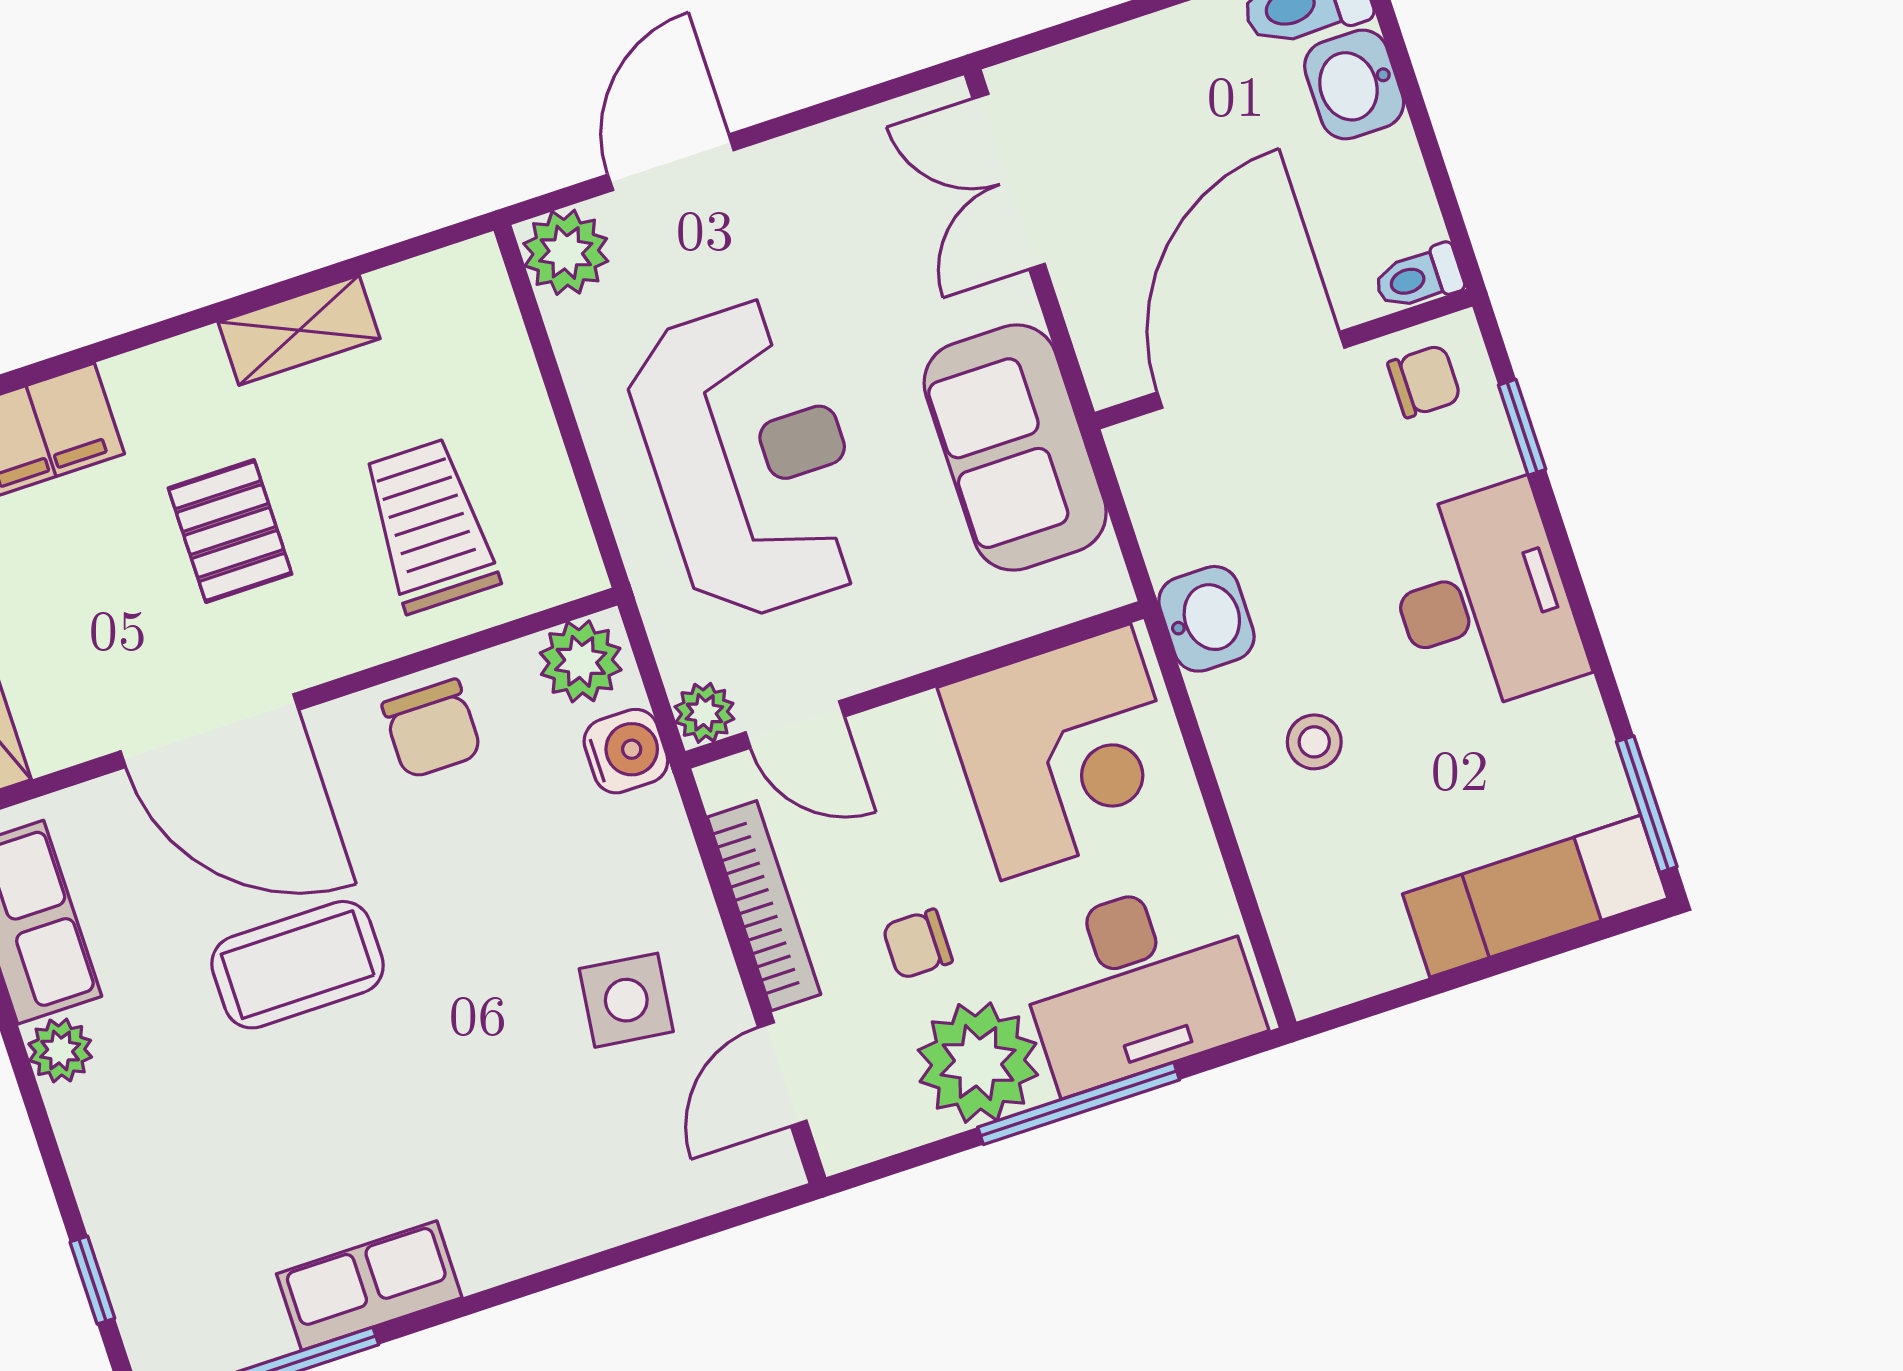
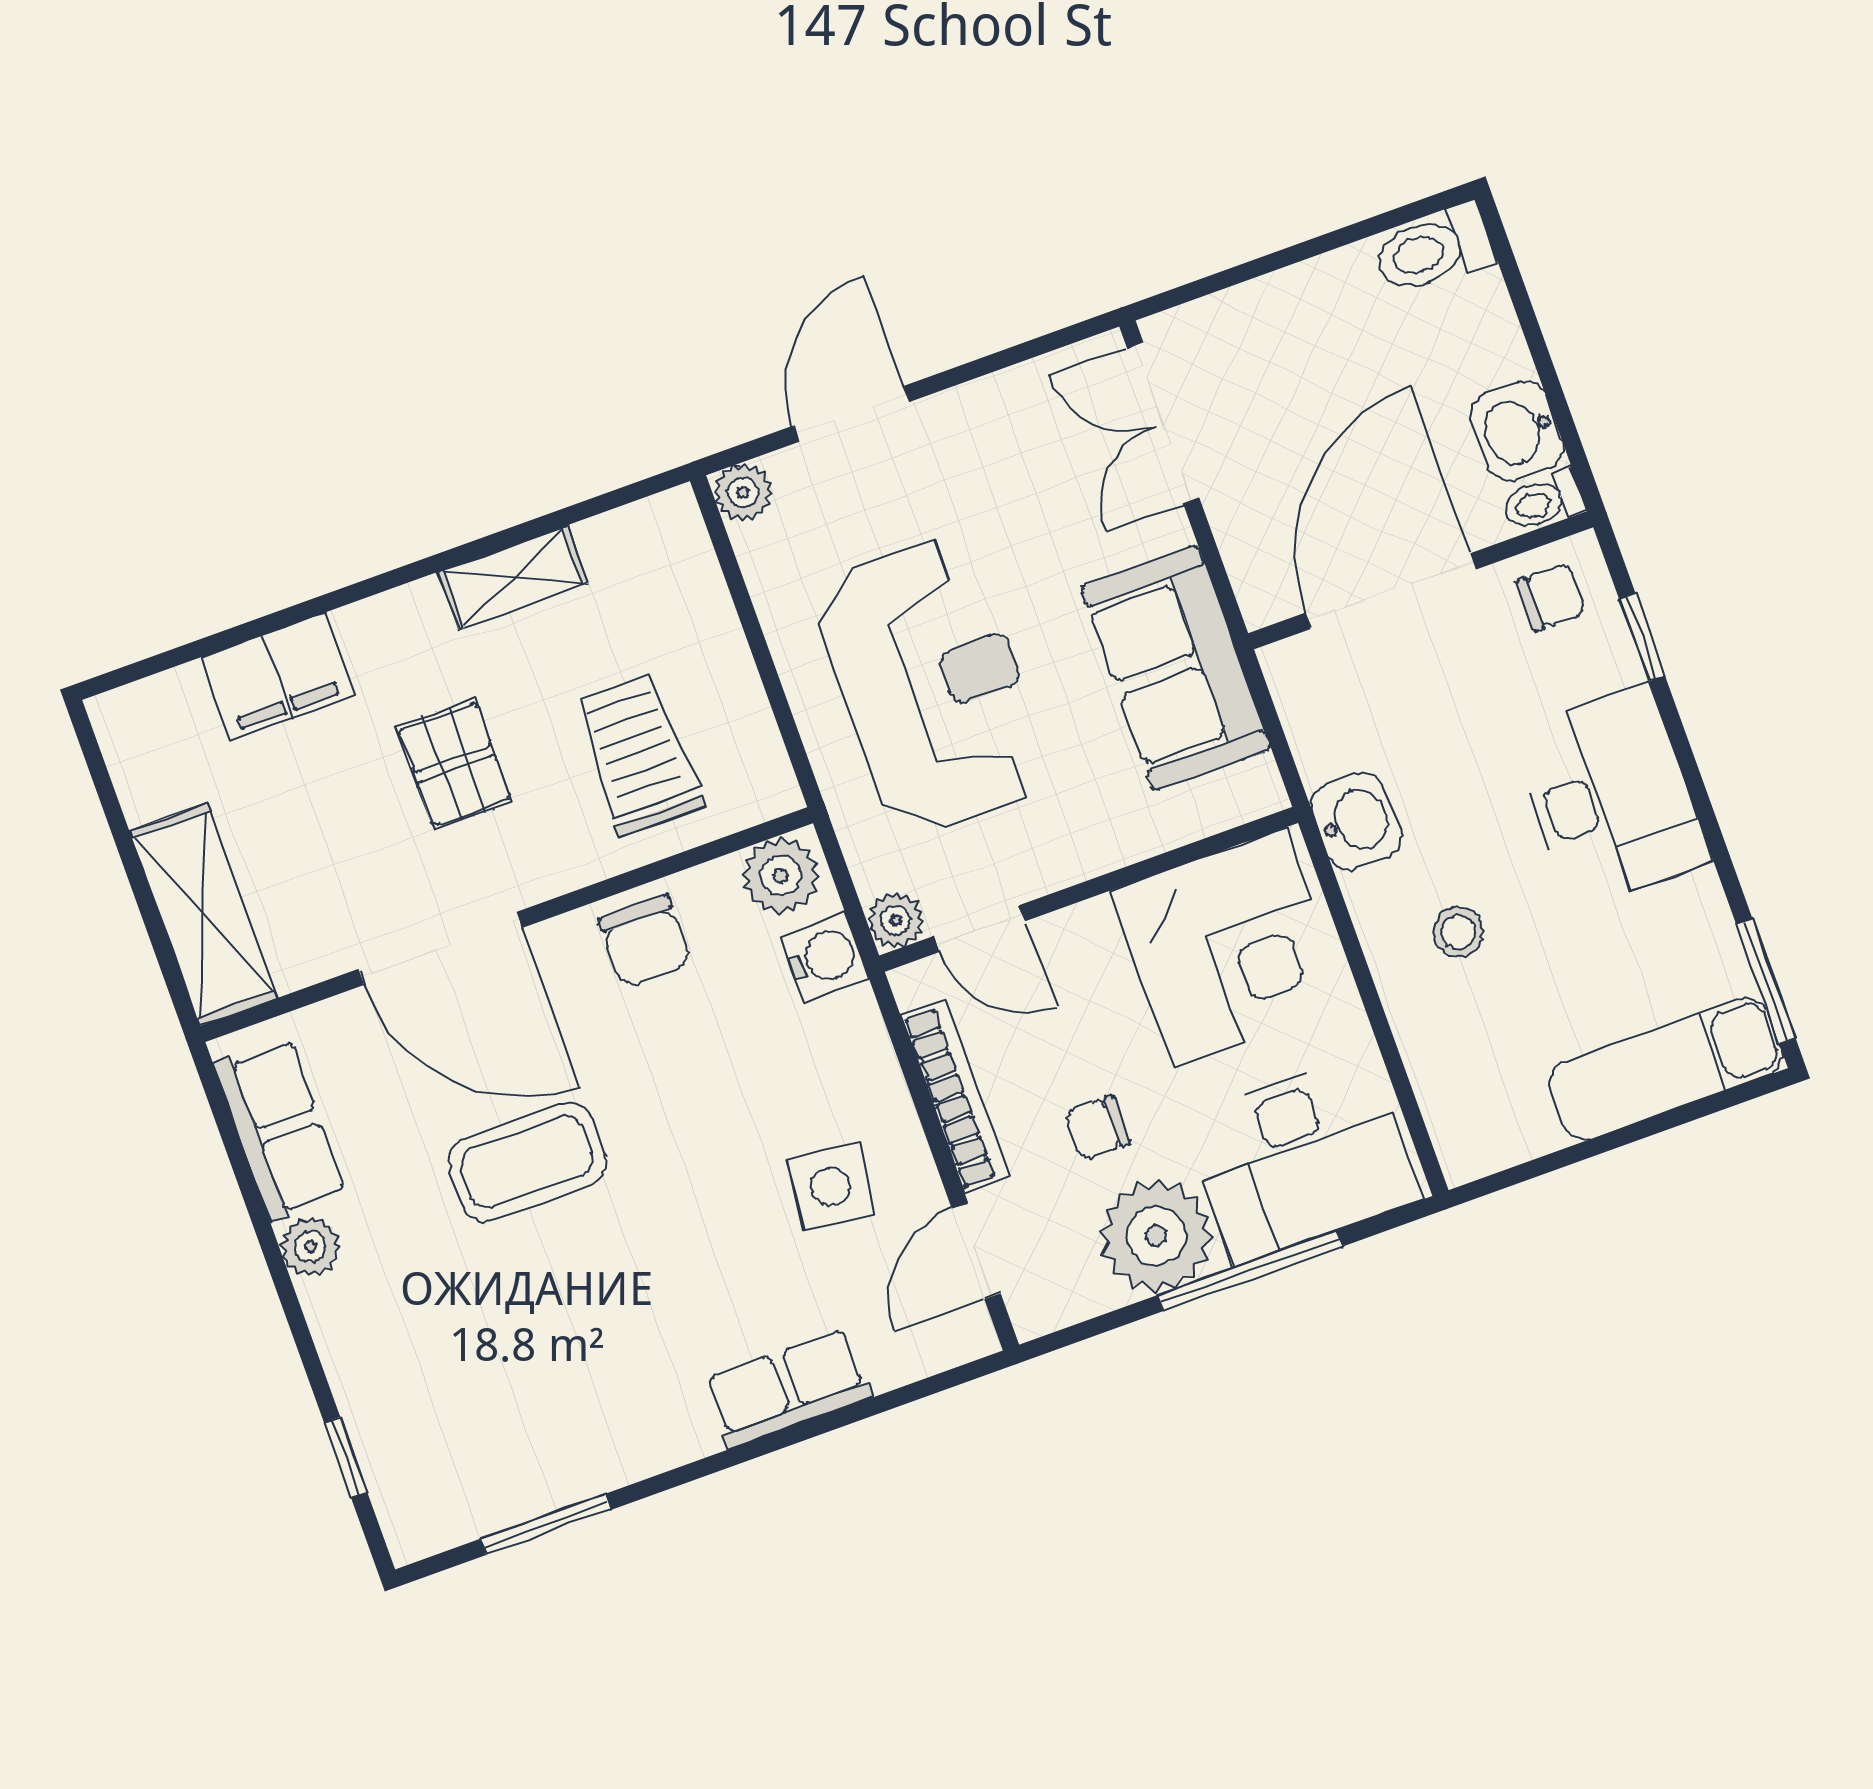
washbasin: (1354, 84) -> (1517, 431), moved
plant: (566, 252) -> (743, 493), width x0.73, depth x0.73
row of seats: (369, 1286) -> (788, 1388), moved

